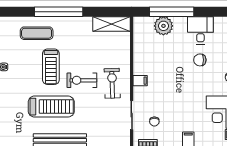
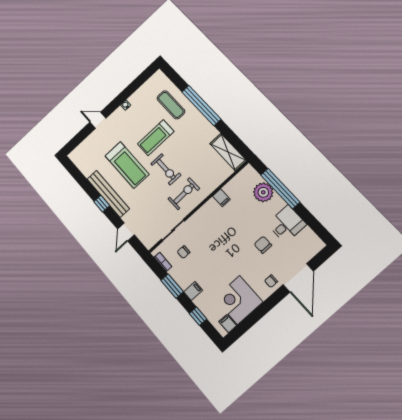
exercise bike: (82, 80) -> (166, 169), turned 180
filing cabinet: (140, 81) -> (221, 198), moved

